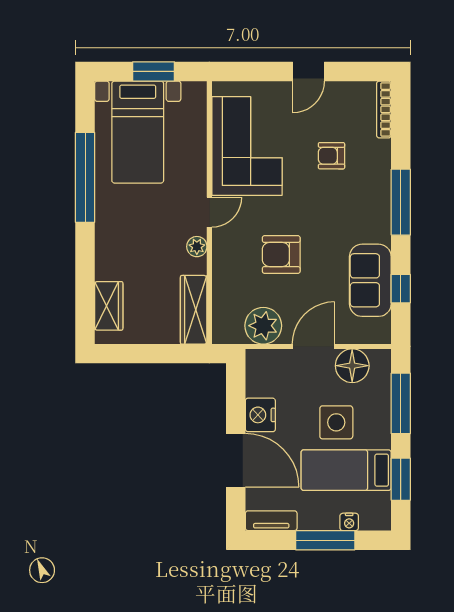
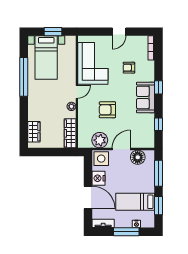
window: (401, 202) -> (158, 87), width x0.46
sofa: (370, 280) -> (145, 97), moved
side table: (336, 422) -> (101, 159), moved

